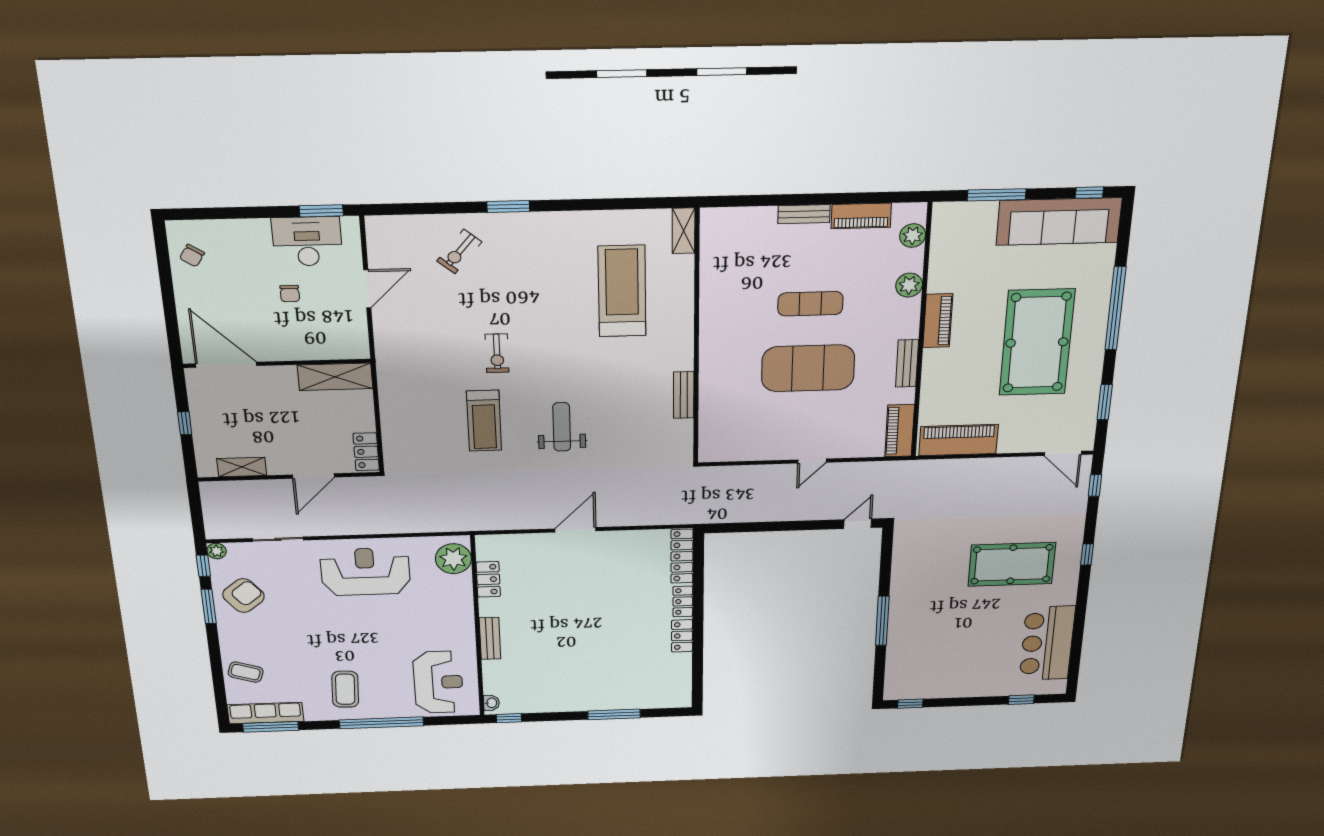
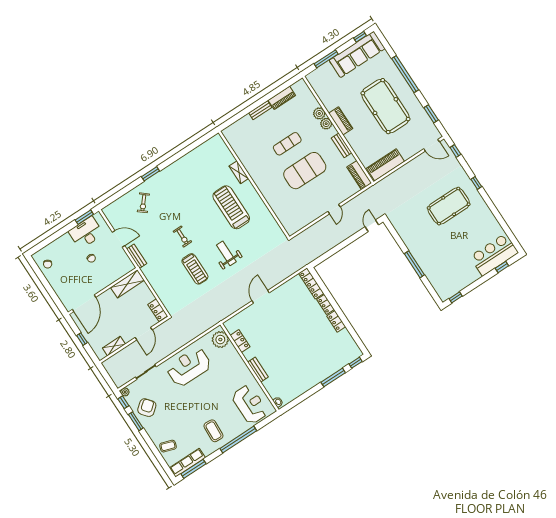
shelving: (684, 231) -> (239, 172), moved
plant: (913, 236) -> (326, 124), moved
door: (367, 289) -> (119, 239), hinge flipped
treadmill: (622, 291) -> (231, 207), moved
door: (226, 365) -> (84, 303), swing flipped
bench: (684, 395) -> (137, 256), moved
bar counter: (1047, 643) -> (494, 255), moved, turned 90
window: (509, 718) -> (356, 363), moved

